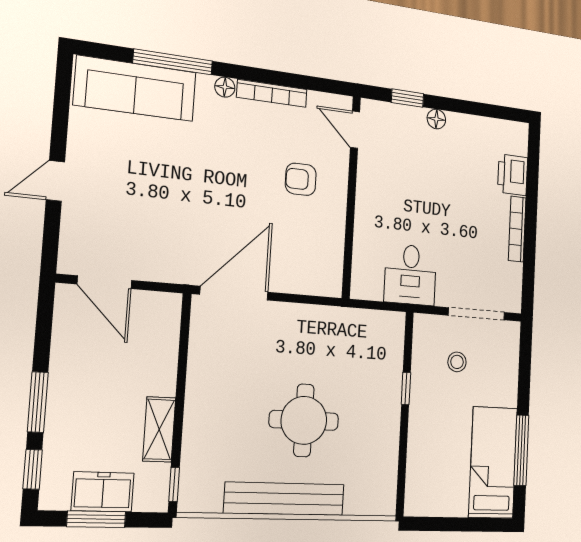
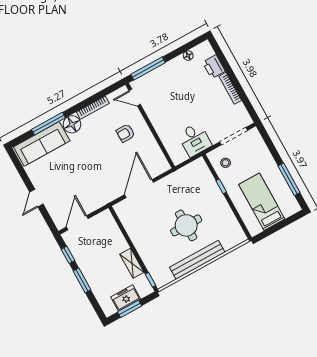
floor lamp: (225, 87) -> (72, 124), width x1.89, depth x1.89
window: (407, 98) -> (148, 68), width x2.17
floor lamp: (436, 119) -> (188, 56), moved
door: (104, 282) -> (77, 223), swing flipped
door: (234, 293) -> (139, 189), moved
stool: (457, 362) -> (226, 163), moved
bed: (493, 462) -> (262, 202), moved
window: (33, 469) -> (68, 255), moved

